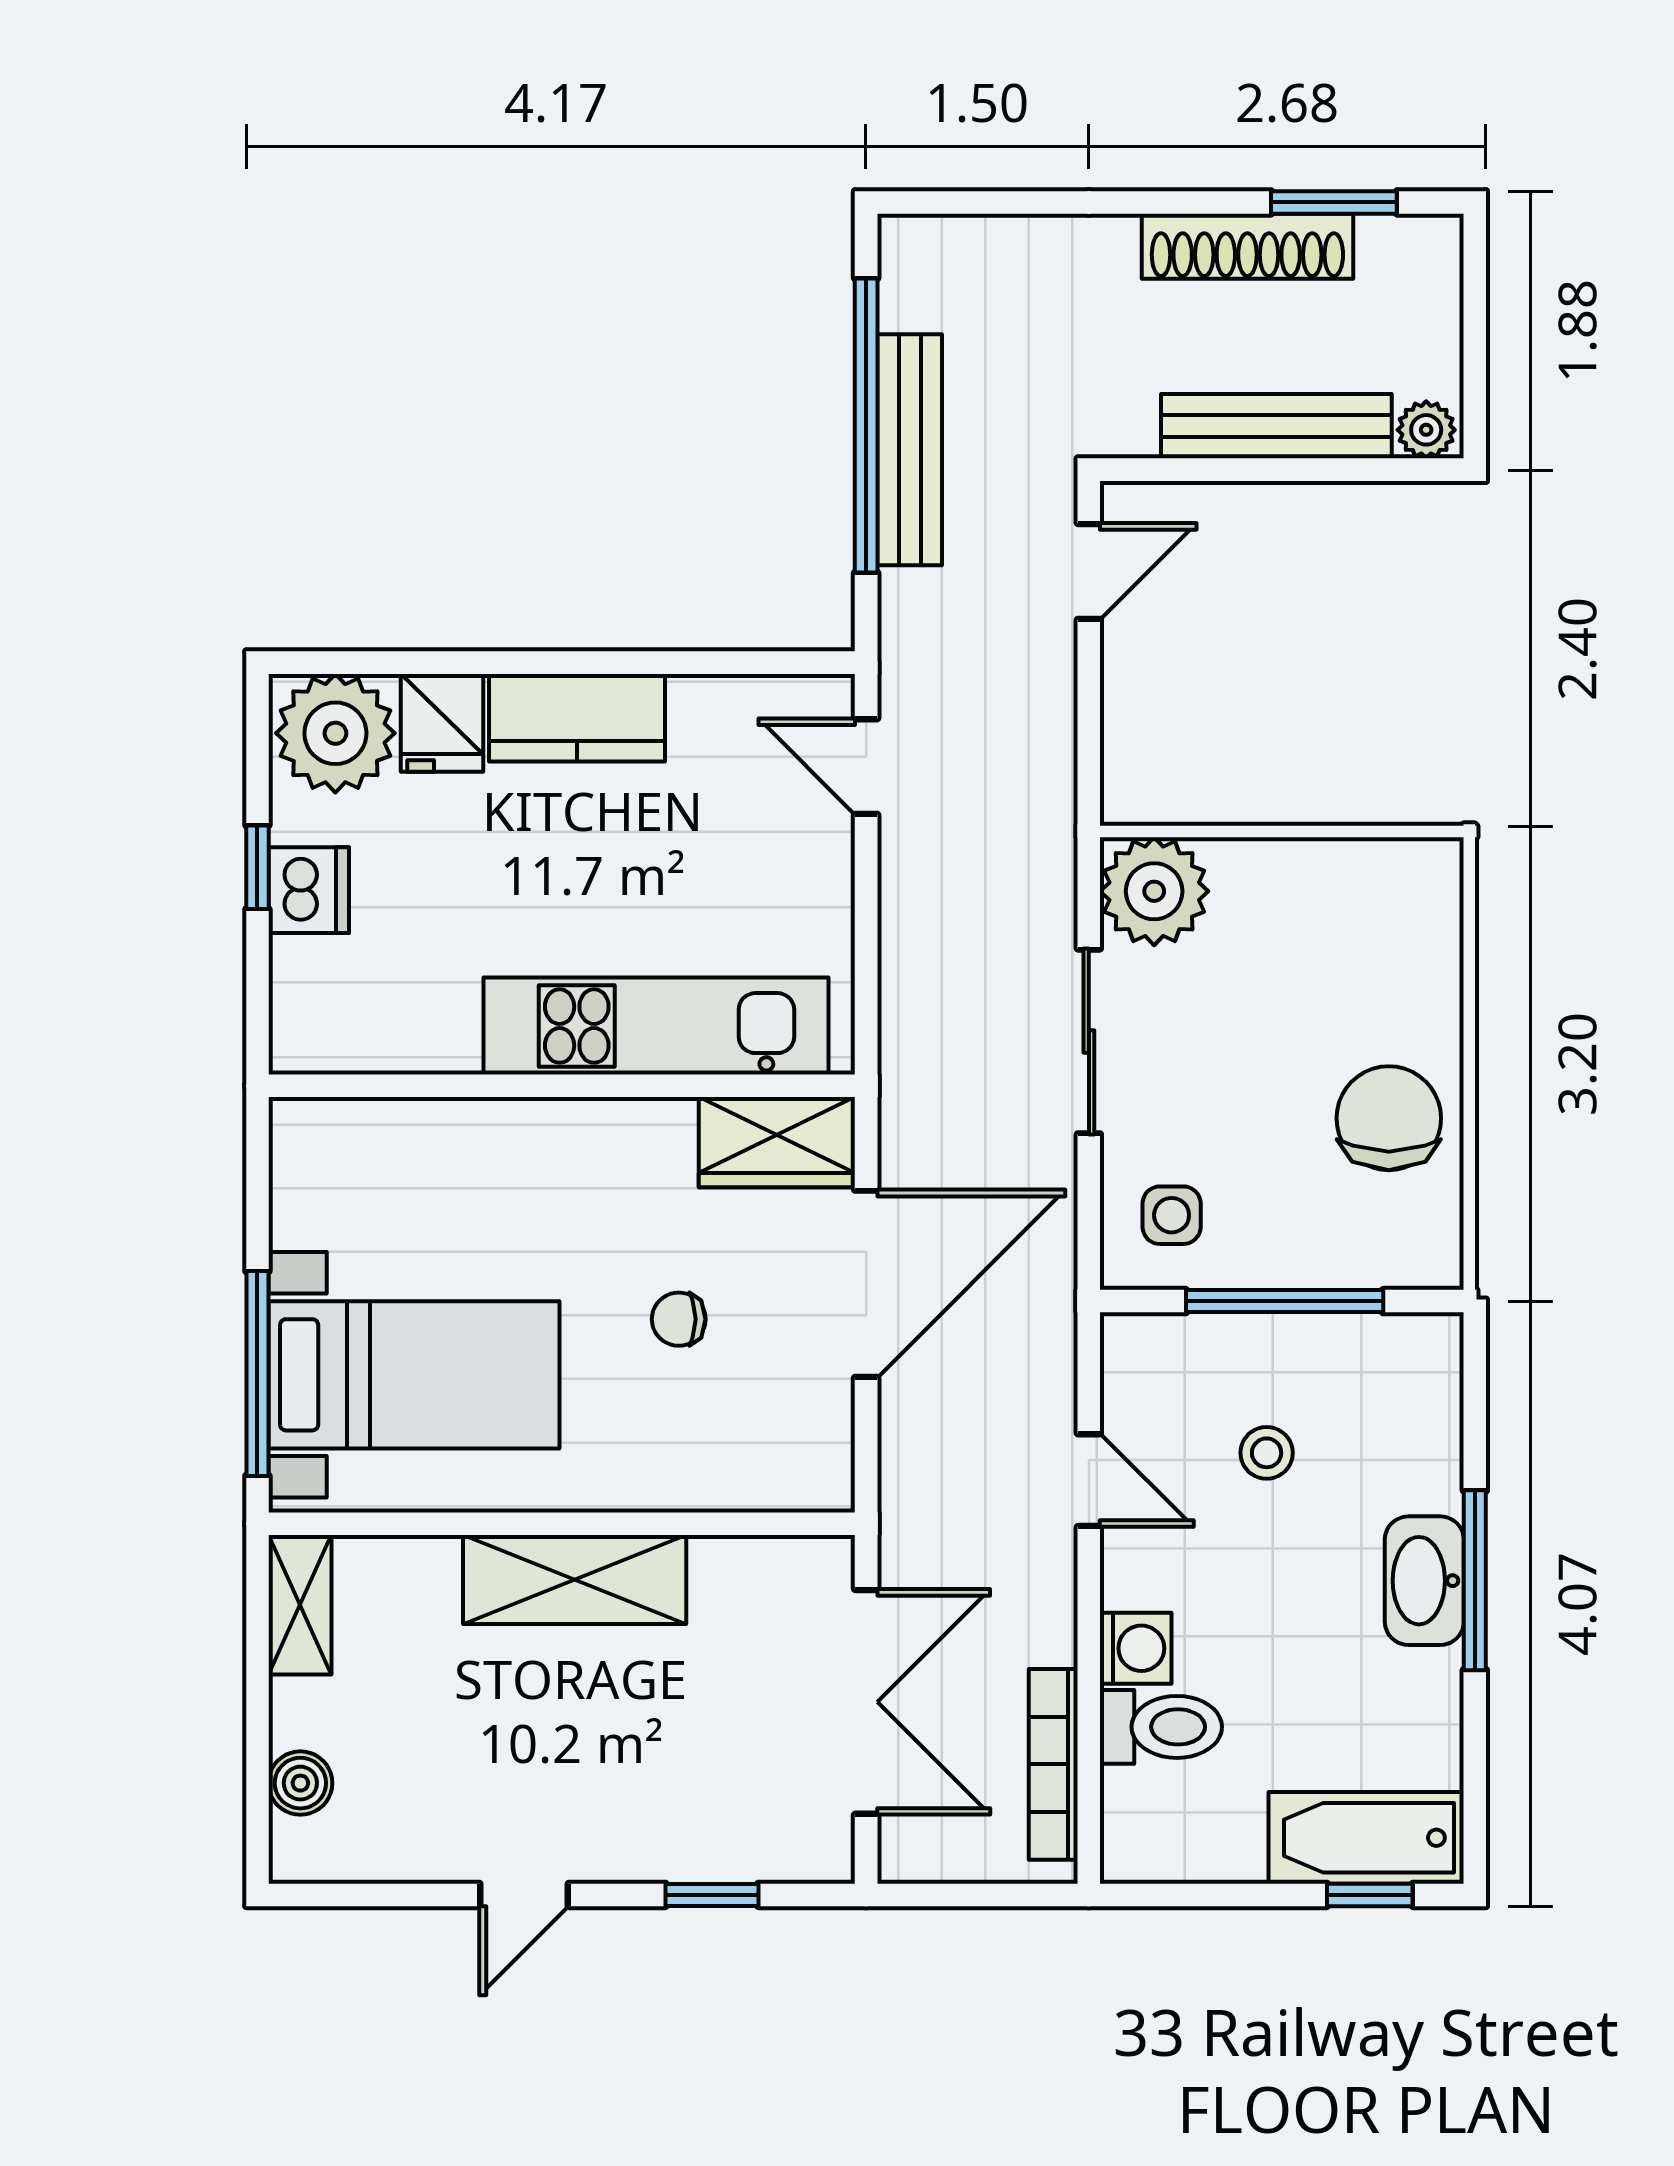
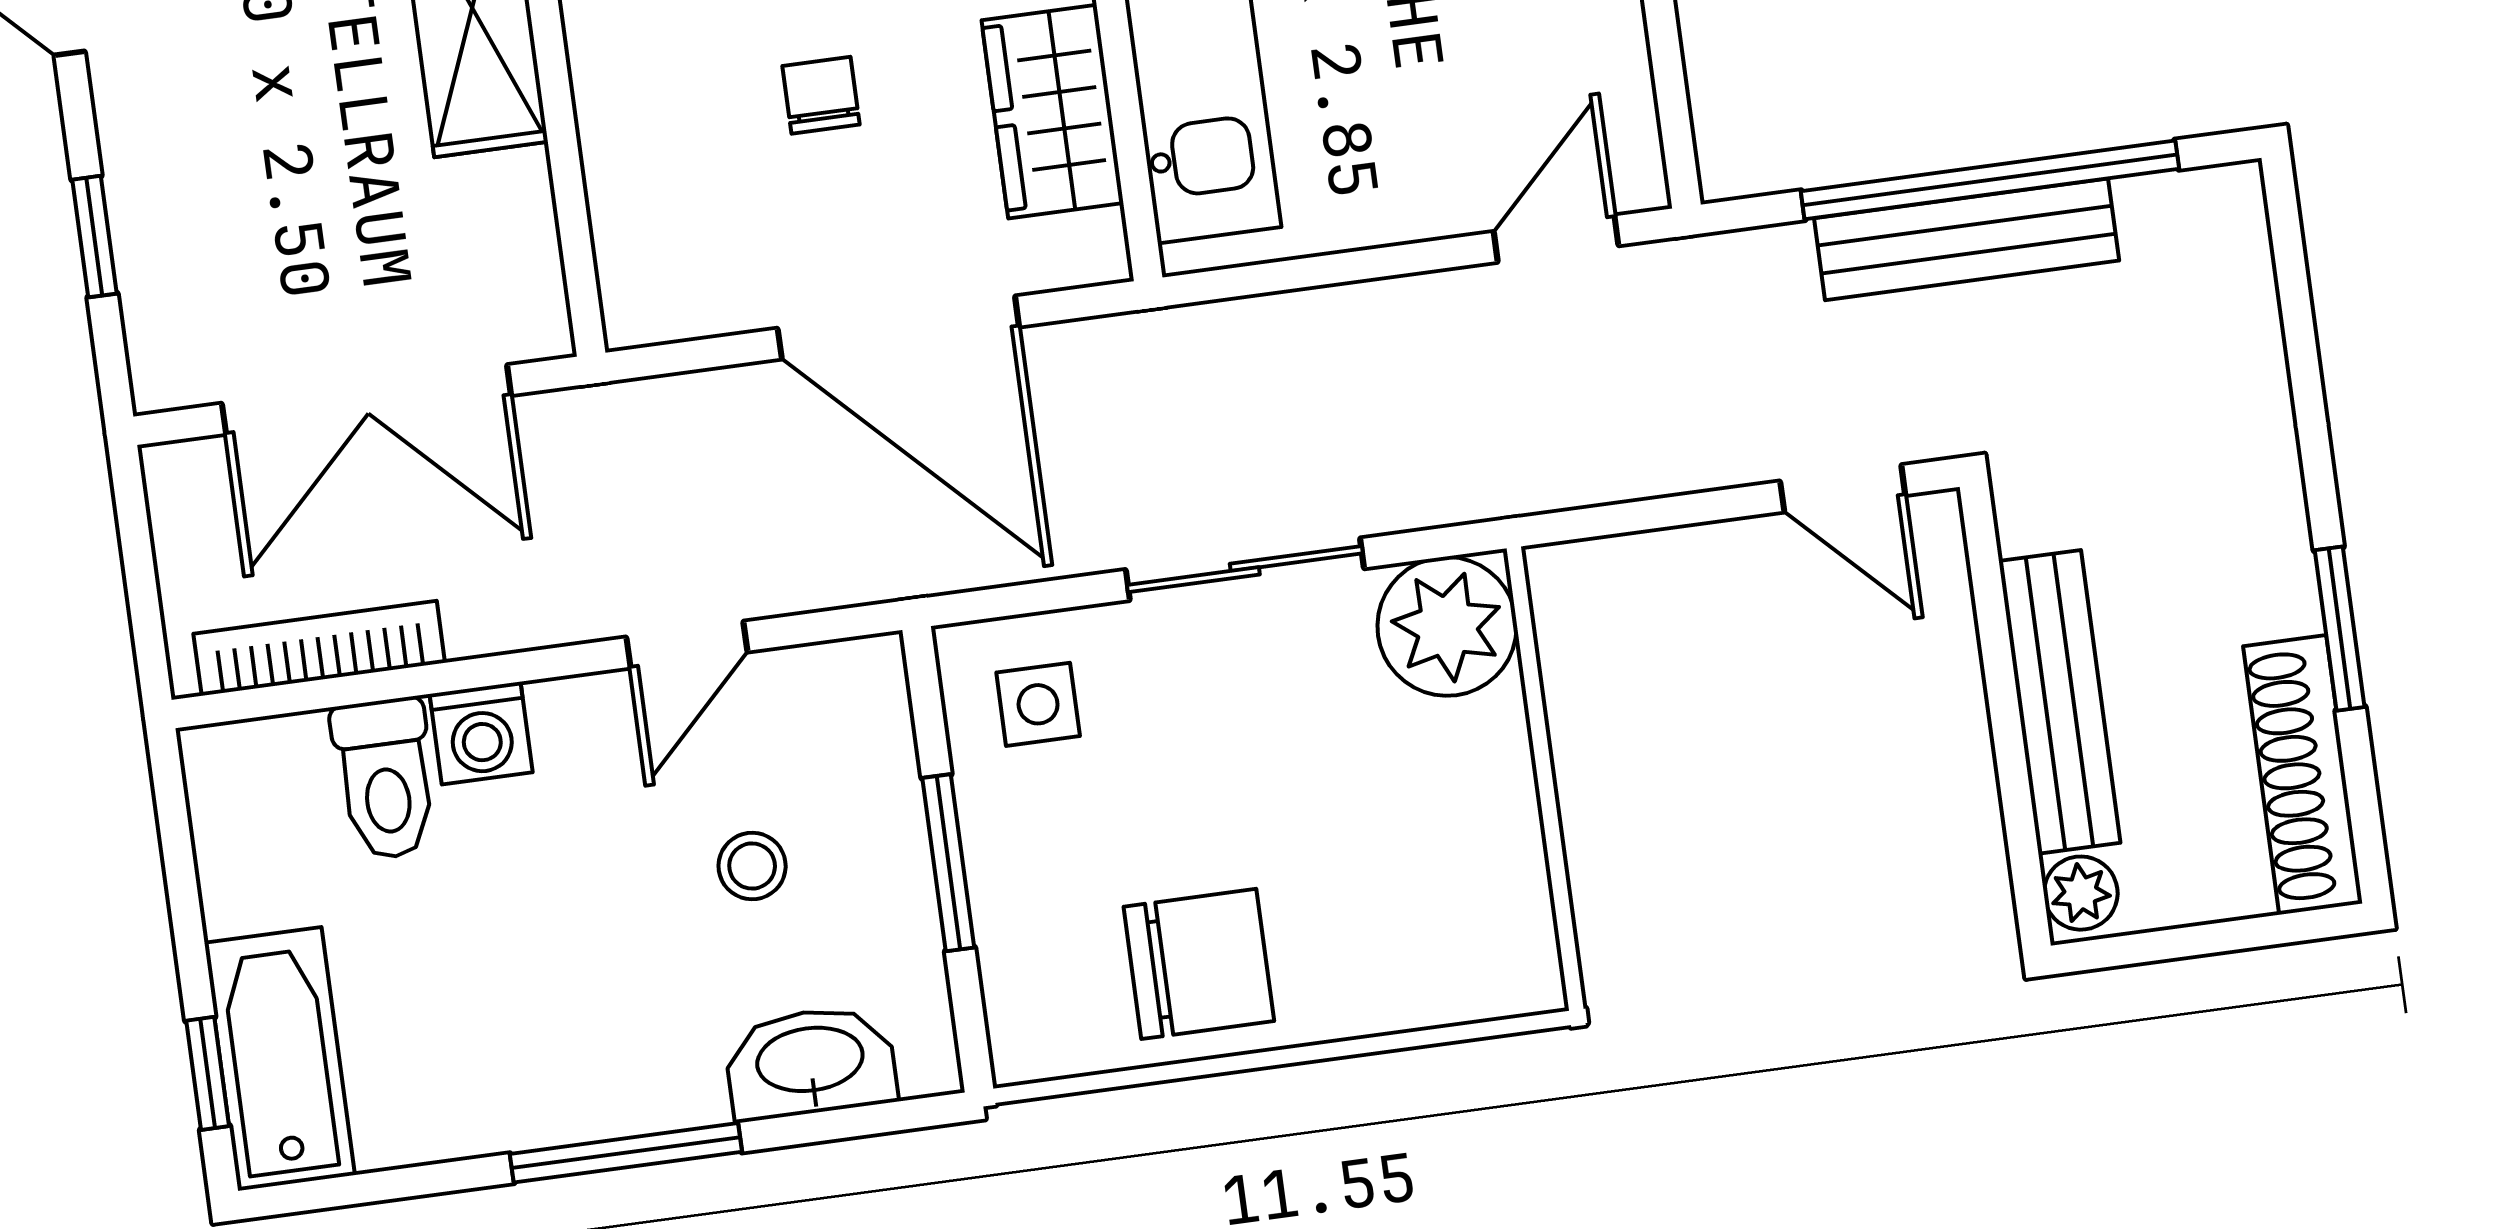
window: (1334, 202) -> (2340, 629), moved
shoe rack: (1247, 246) -> (2303, 775), moved
wardrobe: (777, 1142) -> (1053, 112), moved
window: (1285, 1301) -> (948, 863), width x0.69
washbasin: (1424, 1581) -> (810, 1062), moved

